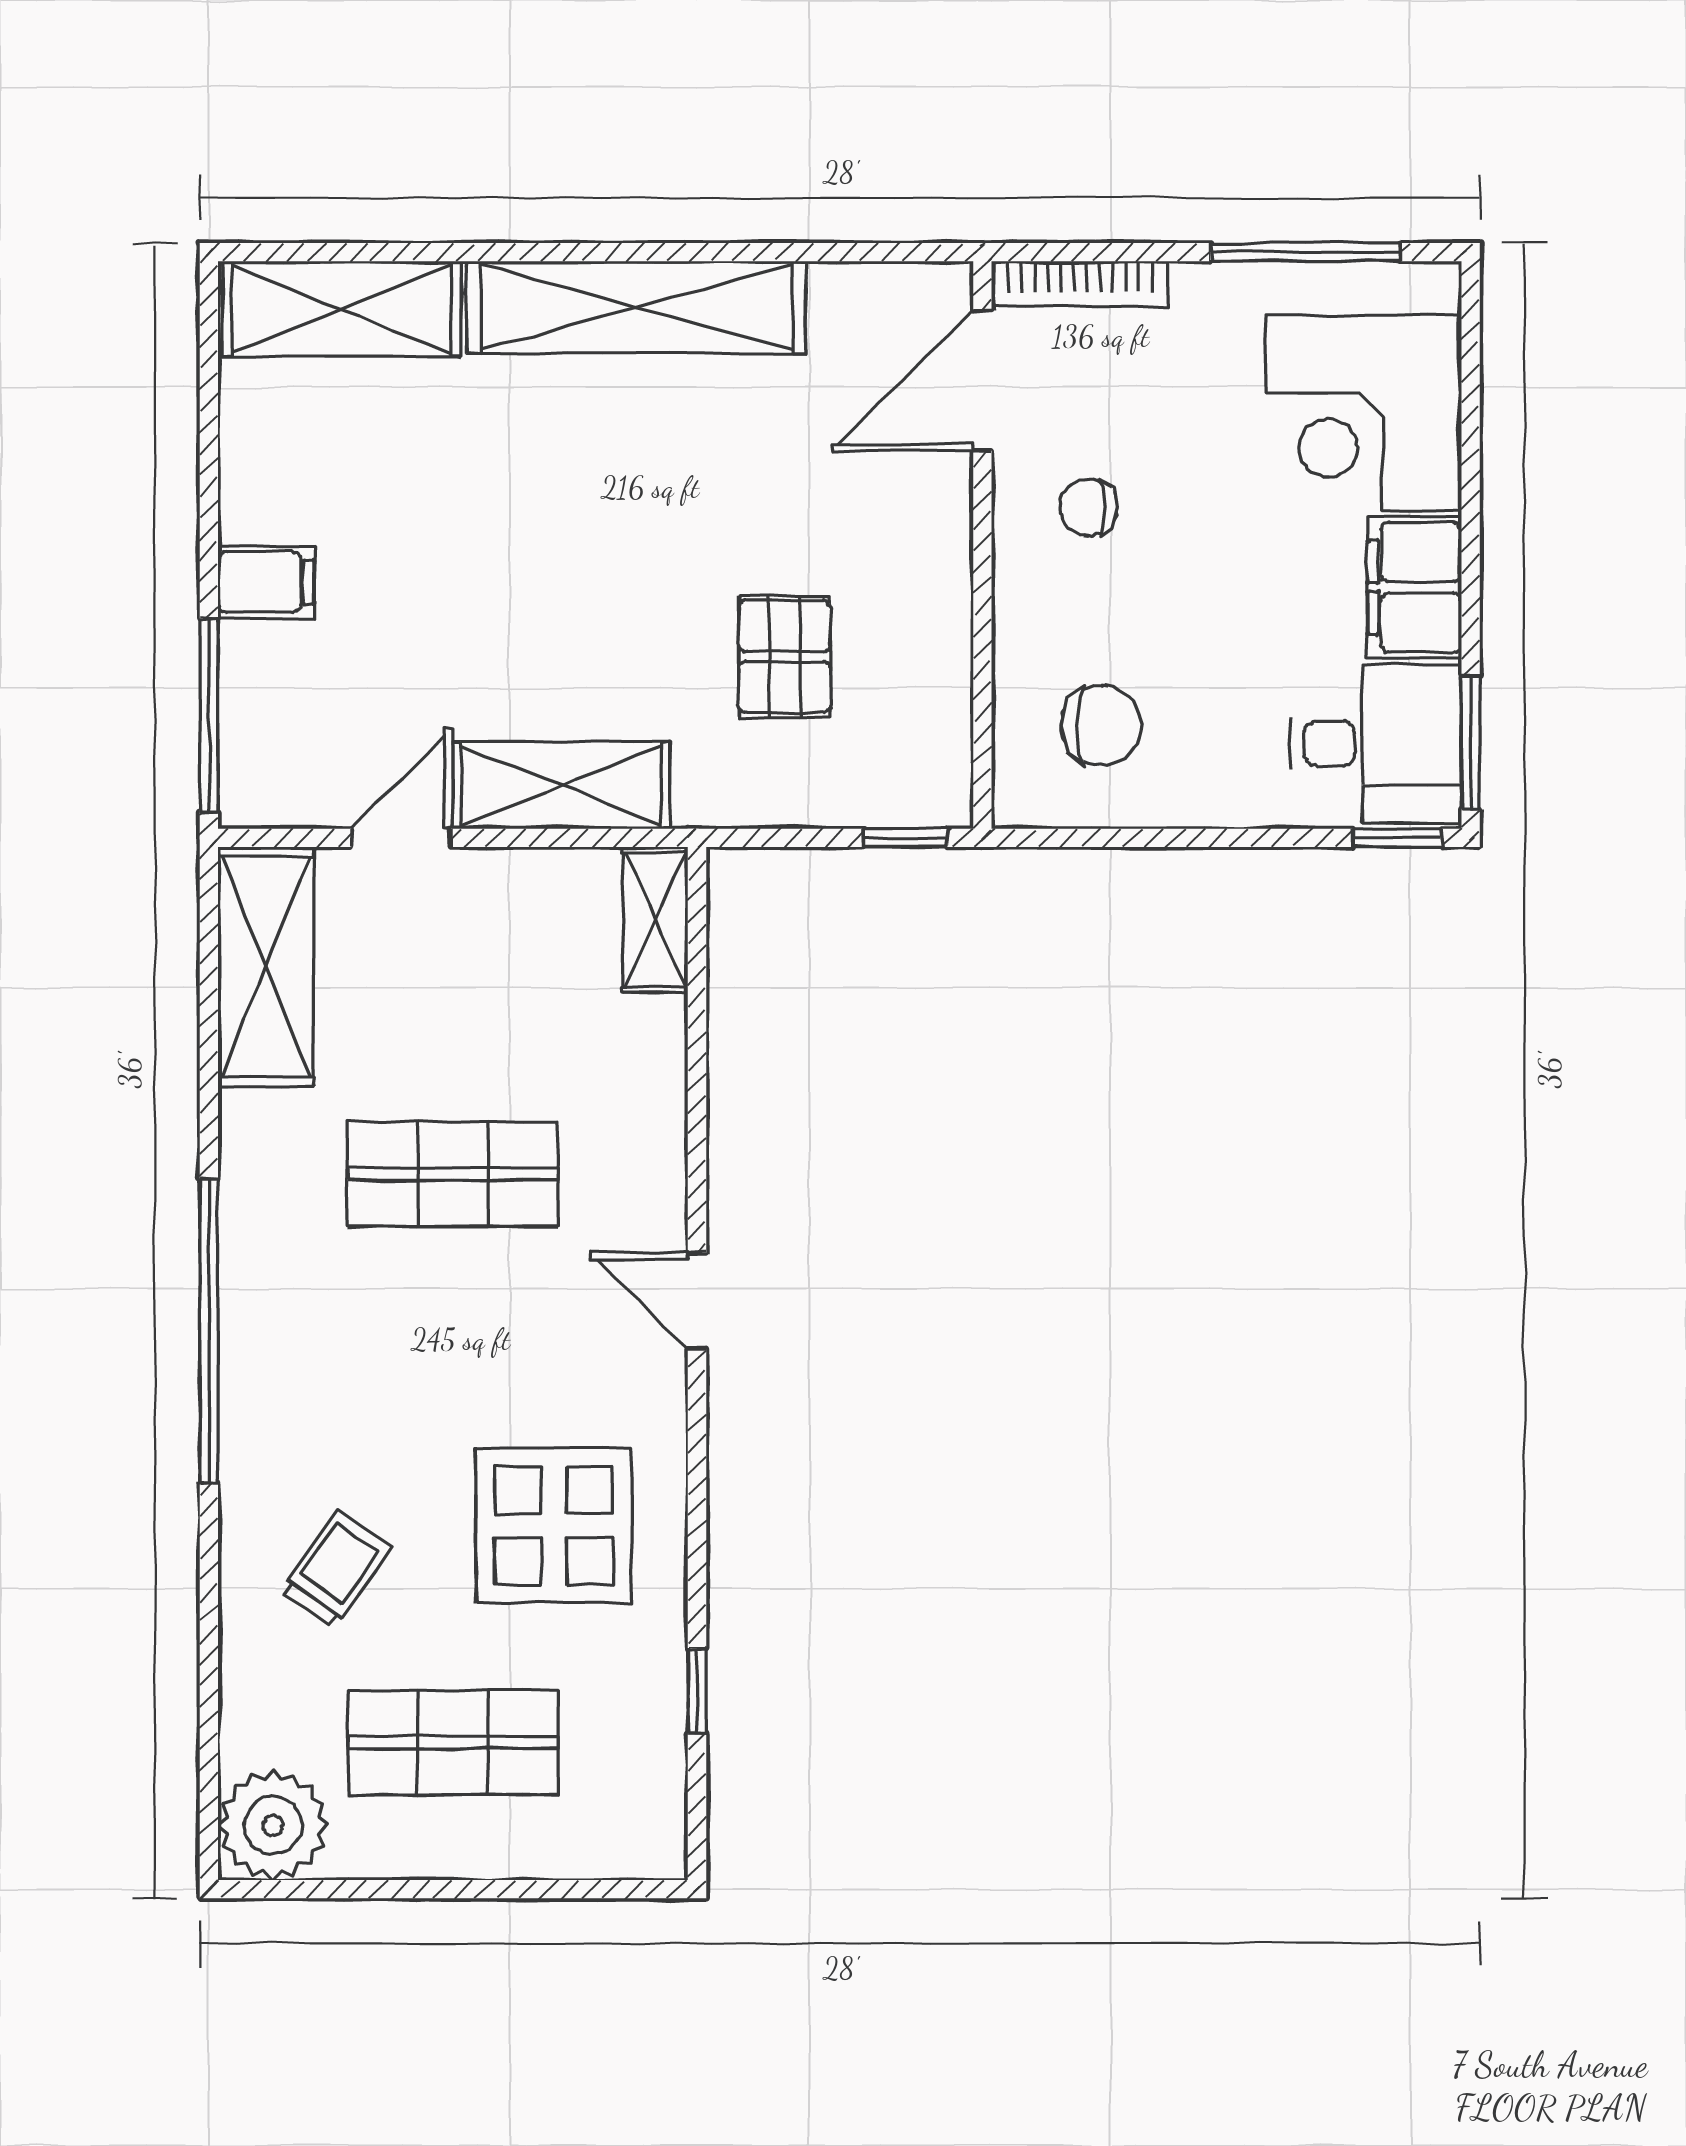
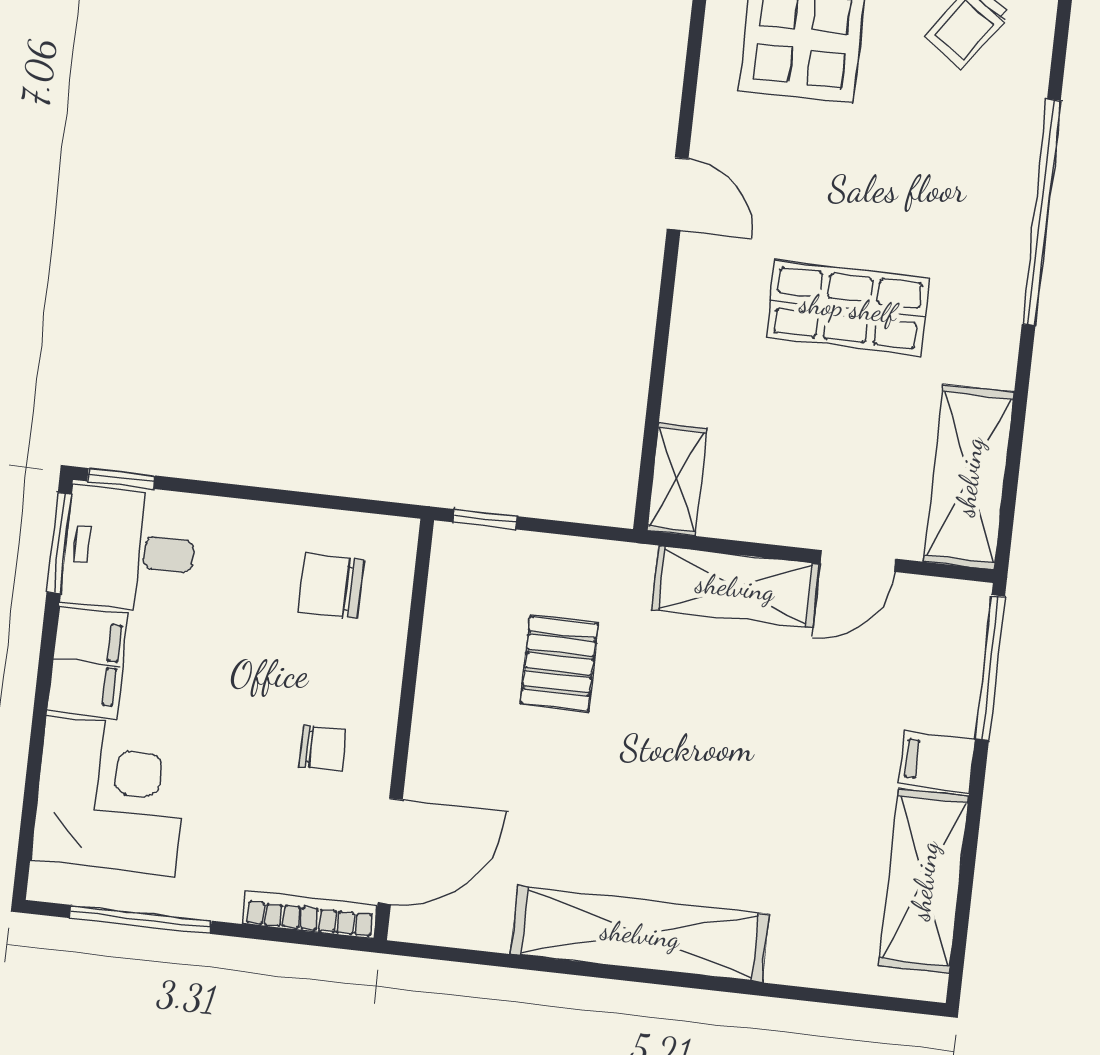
shelving: (342, 309) -> (924, 881), moved, turned 90

